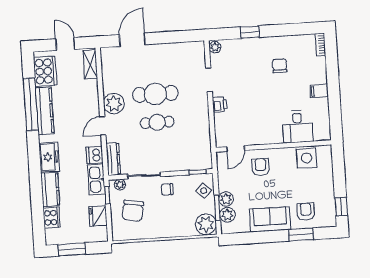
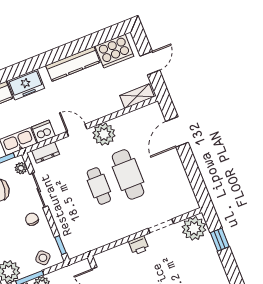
window: (250, 32) -> (220, 240), moved
door: (132, 40) -> (177, 132), swing flipped
plant: (215, 47) -> (194, 228), width x1.87, depth x1.87
window: (31, 104) -> (75, 47), removed
dresser: (113, 159) -> (46, 152), width x0.70

